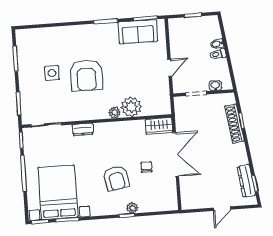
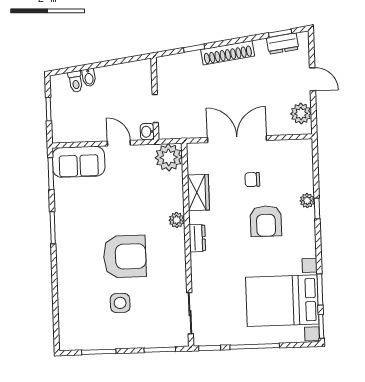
sofa: (138, 32) -> (79, 162), moved, turned 90
toilet: (218, 54) -> (76, 82), moved
washbasin: (215, 86) -> (147, 132), moved
plant: (131, 107) -> (169, 157), moved
shoe rack: (235, 124) -> (228, 53), moved
wardrobe: (159, 126) -> (198, 193), moved
dresser: (83, 129) -> (197, 238), moved
armchair: (116, 178) -> (266, 221), turned 101
dresser: (246, 181) -> (283, 44), width x0.70
plant: (196, 201) -> (301, 114), added

